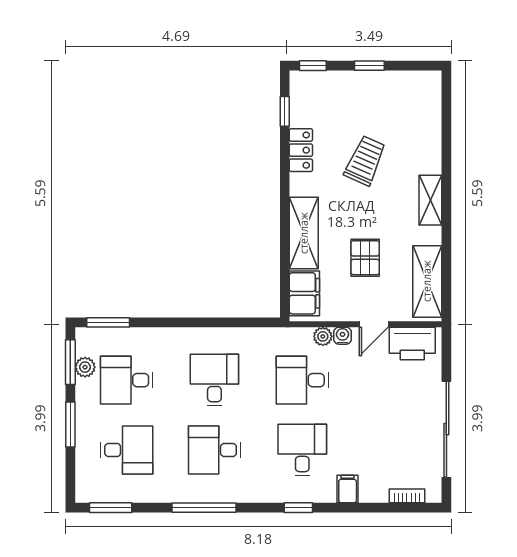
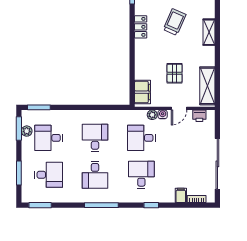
locker: (301, 150) -> (141, 27), moved
shelving: (430, 200) -> (209, 32), moved
shelving: (304, 233) -> (142, 60), removed
printer: (412, 344) -> (199, 116), width x0.53, depth x0.68
window: (70, 425) -> (19, 173), moved
desk: (214, 450) -> (95, 175), turned -90
filing cabinet: (348, 489) -> (181, 195), moved
window: (204, 508) -> (101, 205), moved
window: (298, 508) -> (151, 205), moved

